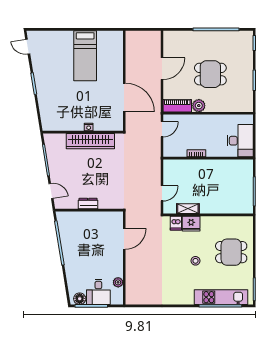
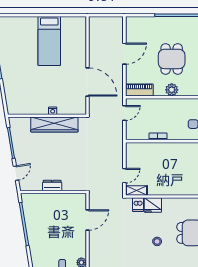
dining table: (210, 74) -> (172, 59), turned 90
plant: (199, 106) -> (172, 90), moved
door: (51, 191) -> (16, 173), hinge flipped
shelving: (188, 209) -> (136, 190), moved

